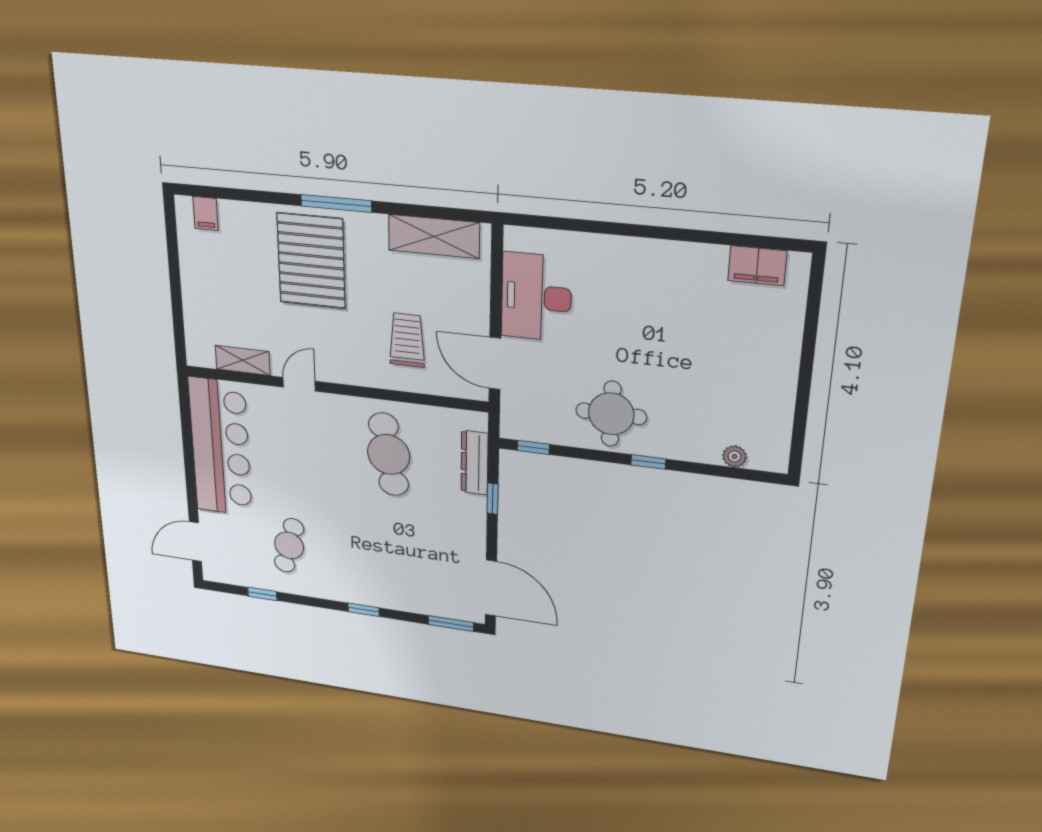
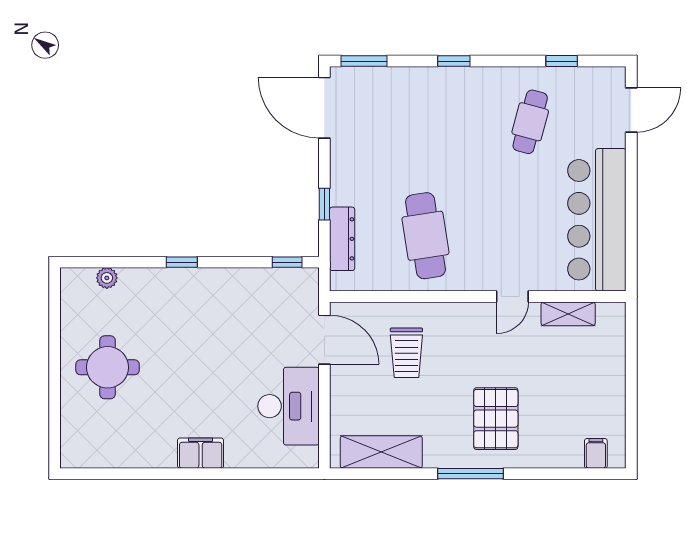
pallet: (311, 261) -> (496, 419), width x0.73, depth x0.71
filing cabinet: (757, 266) -> (201, 453), moved
round table: (611, 414) -> (108, 367), moved

